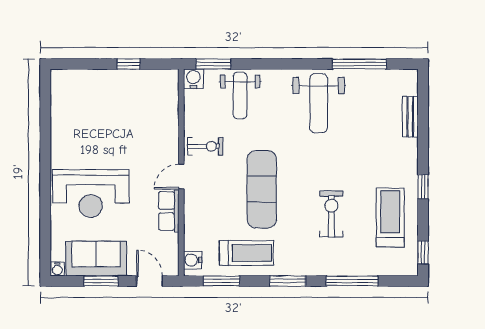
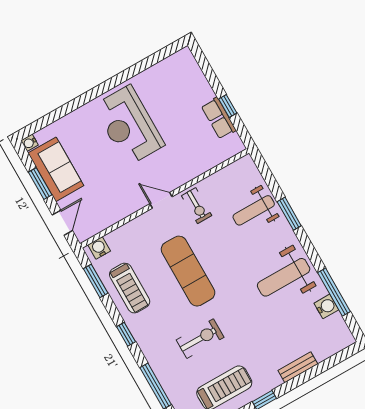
window: (213, 64) -> (289, 214), moved
water cooler: (193, 79) -> (326, 306), moved
bench: (410, 117) -> (298, 367), moved
exercise mat: (262, 189) -> (188, 271), turned 90
reception desk: (91, 194) -> (129, 125), moved
row of seats: (169, 211) -> (219, 118), moved, turned -90
window: (288, 281) -> (126, 334), width x0.67

